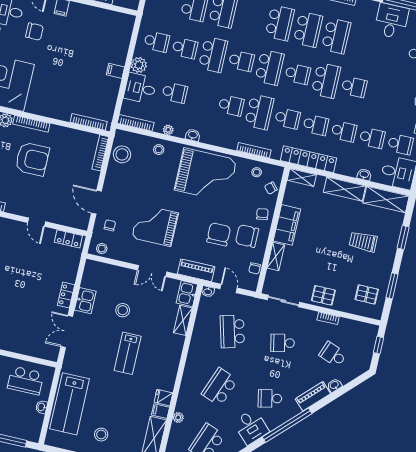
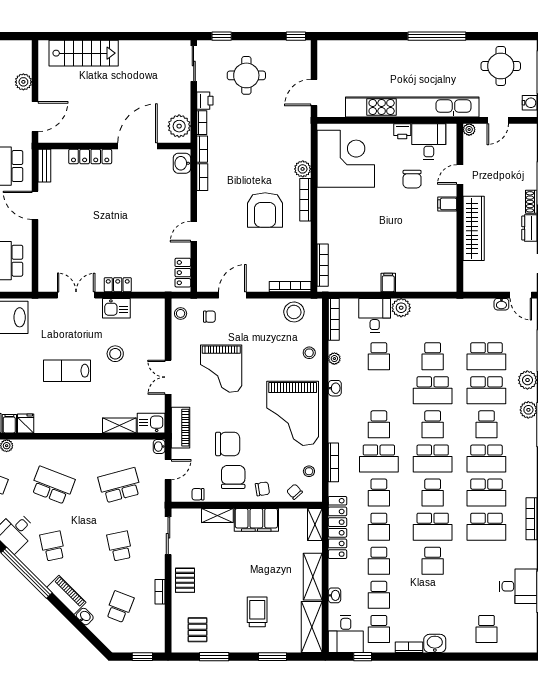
school desk: (157, 42) -> (486, 424), moved
grand piano: (155, 225) -> (221, 369), turned 180

